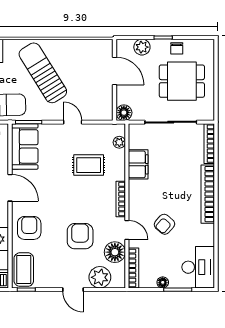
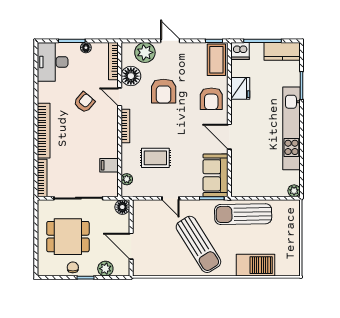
filing cabinet: (138, 164) -> (109, 165), width x0.50

